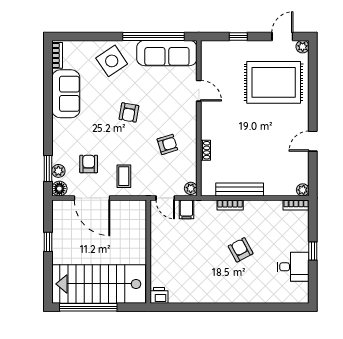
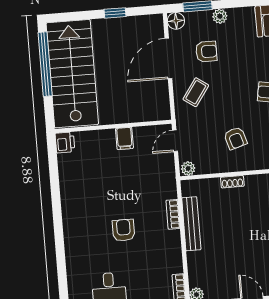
plant: (58, 171) -> (220, 16), moved
coffee table: (124, 176) -> (196, 92), turned -55
filing cabinet: (186, 209) -> (124, 138), moved, turned -90
armchair: (241, 250) -> (124, 230), turned -62

